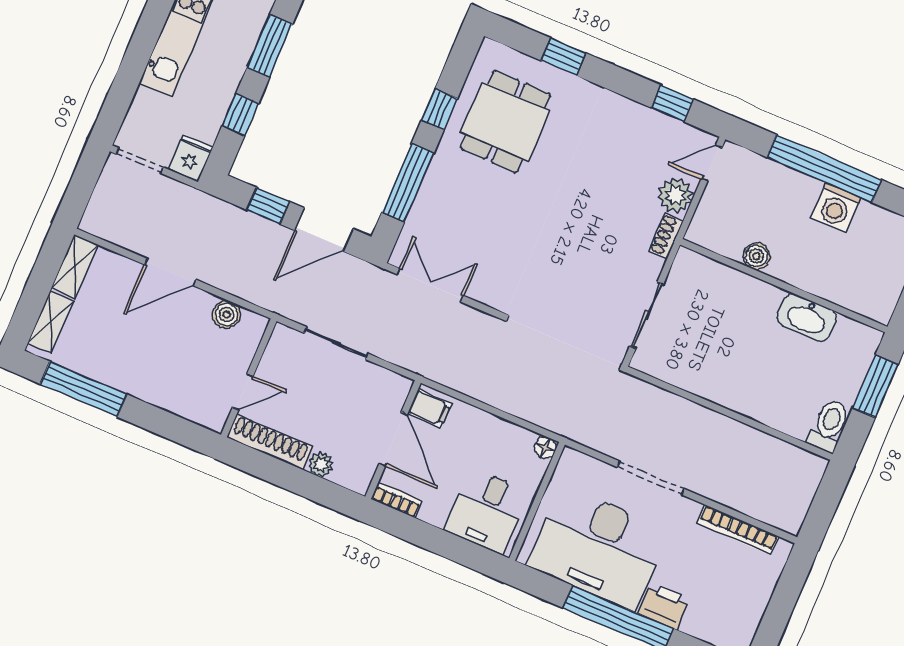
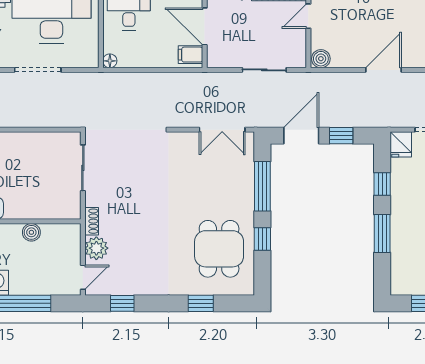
boiler: (226, 315) -> (321, 59), moved

